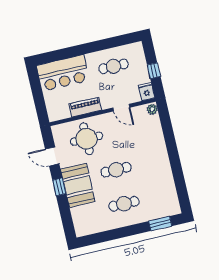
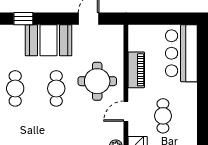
cafe table: (113, 66) -> (163, 116), moved
round table: (87, 139) -> (97, 81), moved
window: (59, 187) -> (23, 19), moved

